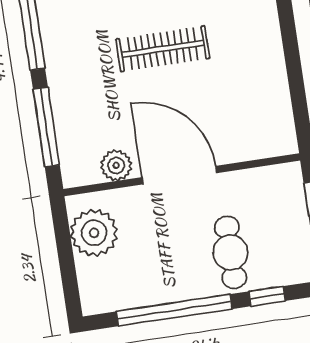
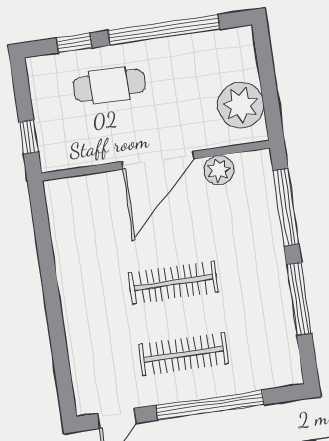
door: (179, 175) -> (158, 160), hinge flipped
cafe table: (231, 252) -> (109, 85), turned 90

